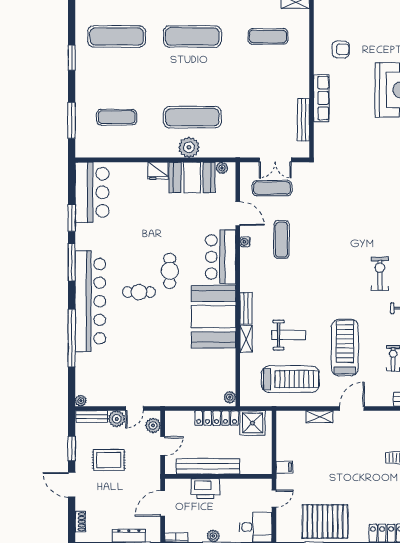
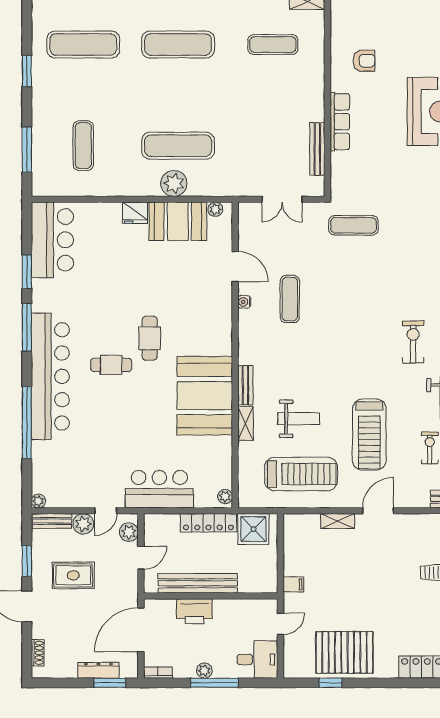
exercise mat: (117, 117) -> (83, 146), turned 90
exercise mat: (272, 188) -> (353, 225), moved
bar counter: (221, 257) -> (159, 489), moved, turned 90
treadmill: (345, 348) -> (369, 435), turned 180
door: (163, 503) -> (141, 630), width x1.36

